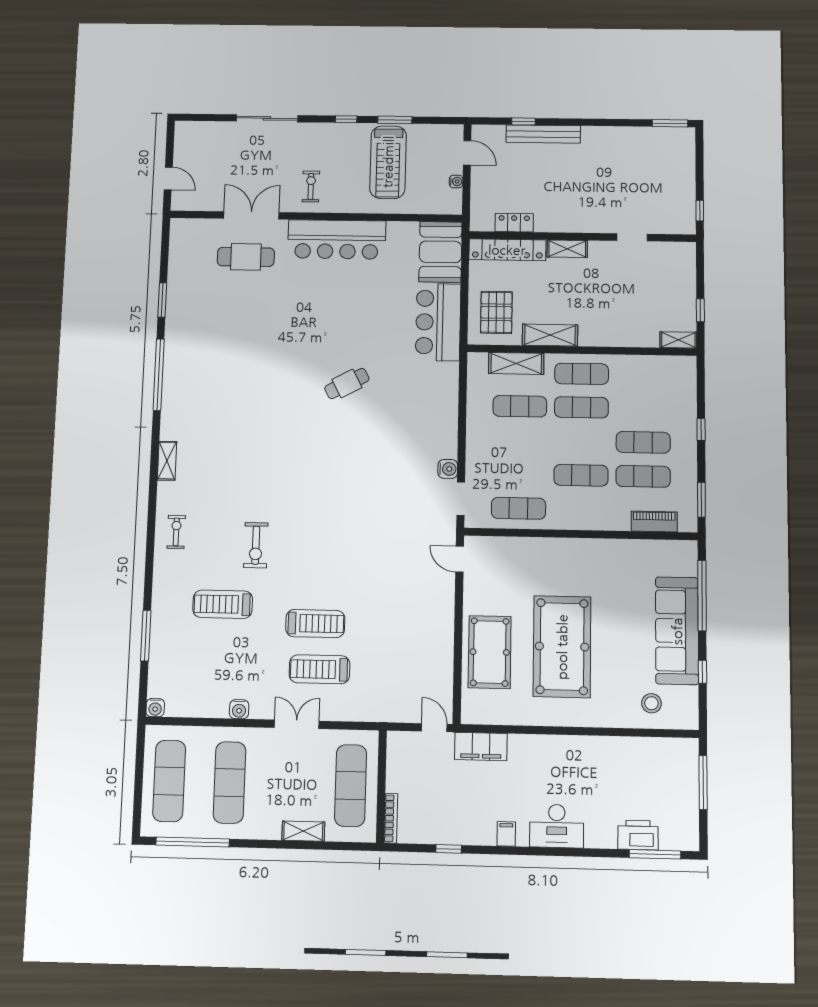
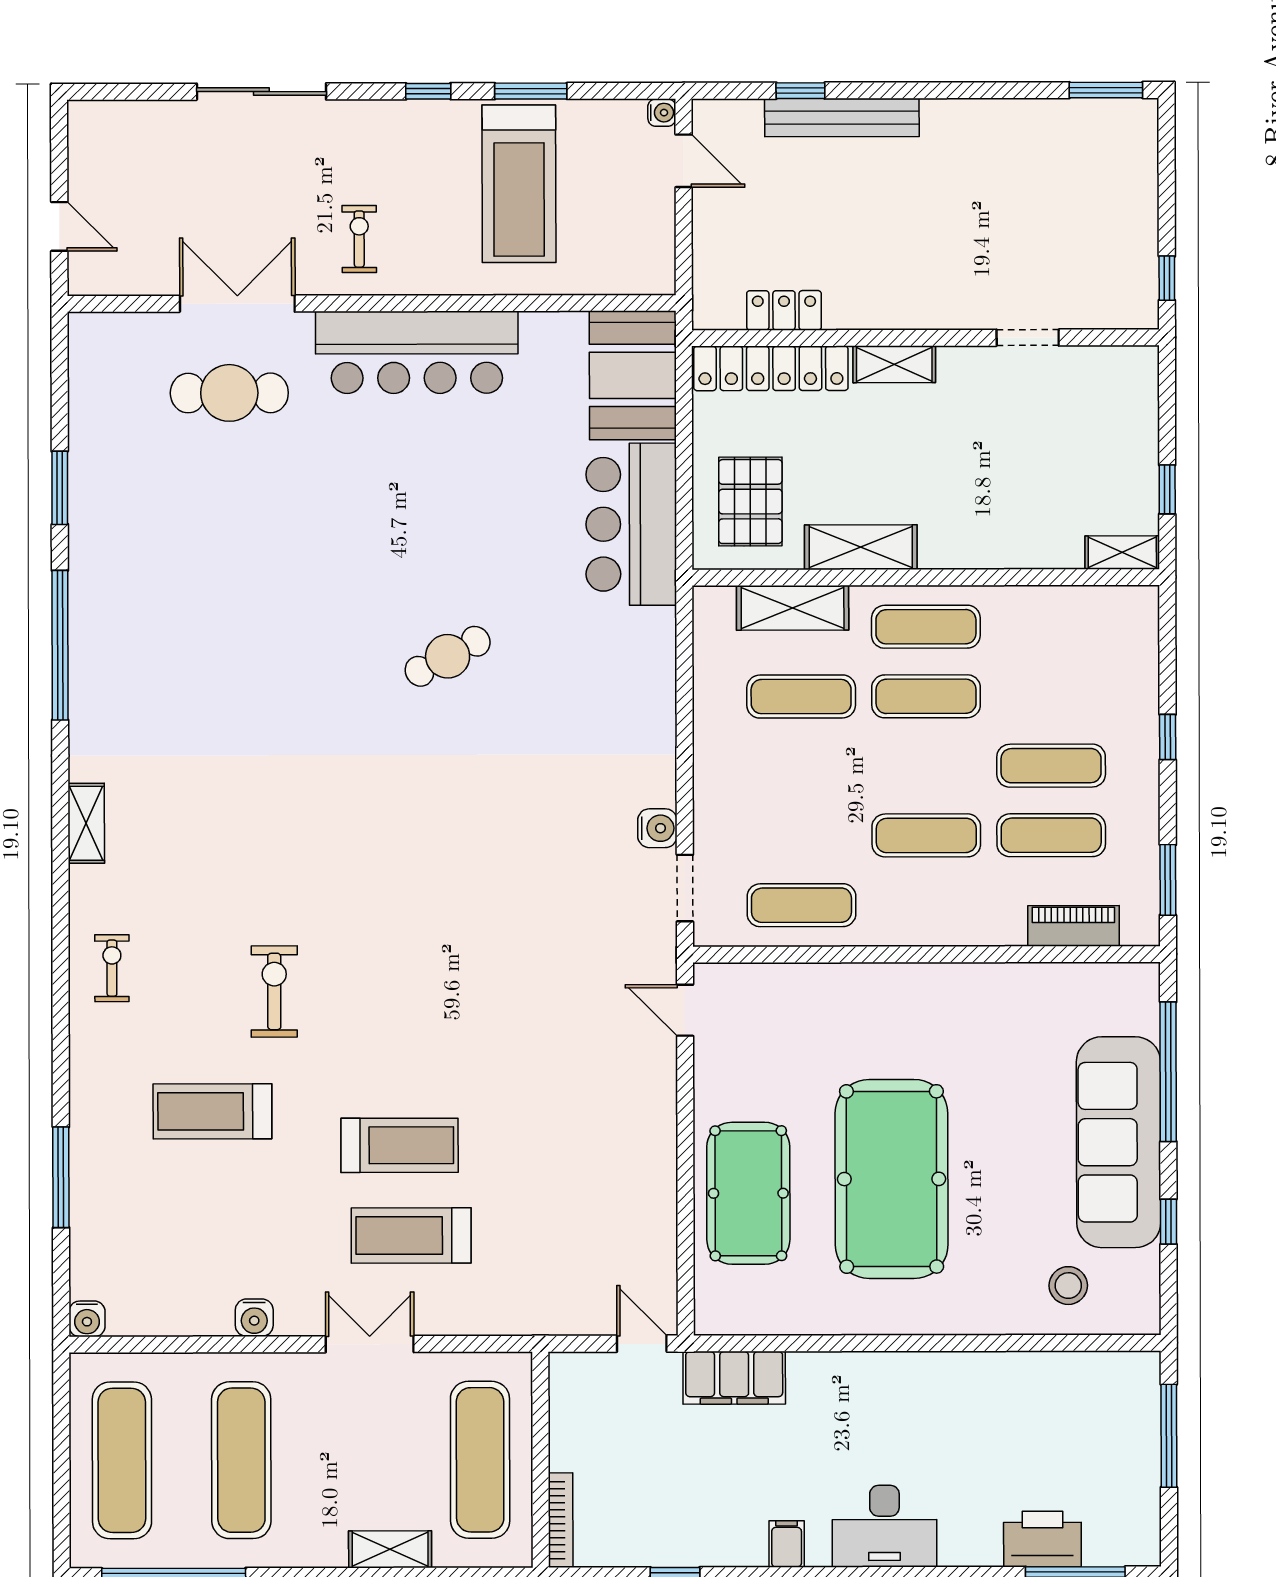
water cooler: (456, 182) -> (662, 113), moved
exercise bike: (256, 545) -> (274, 992), turned 180

